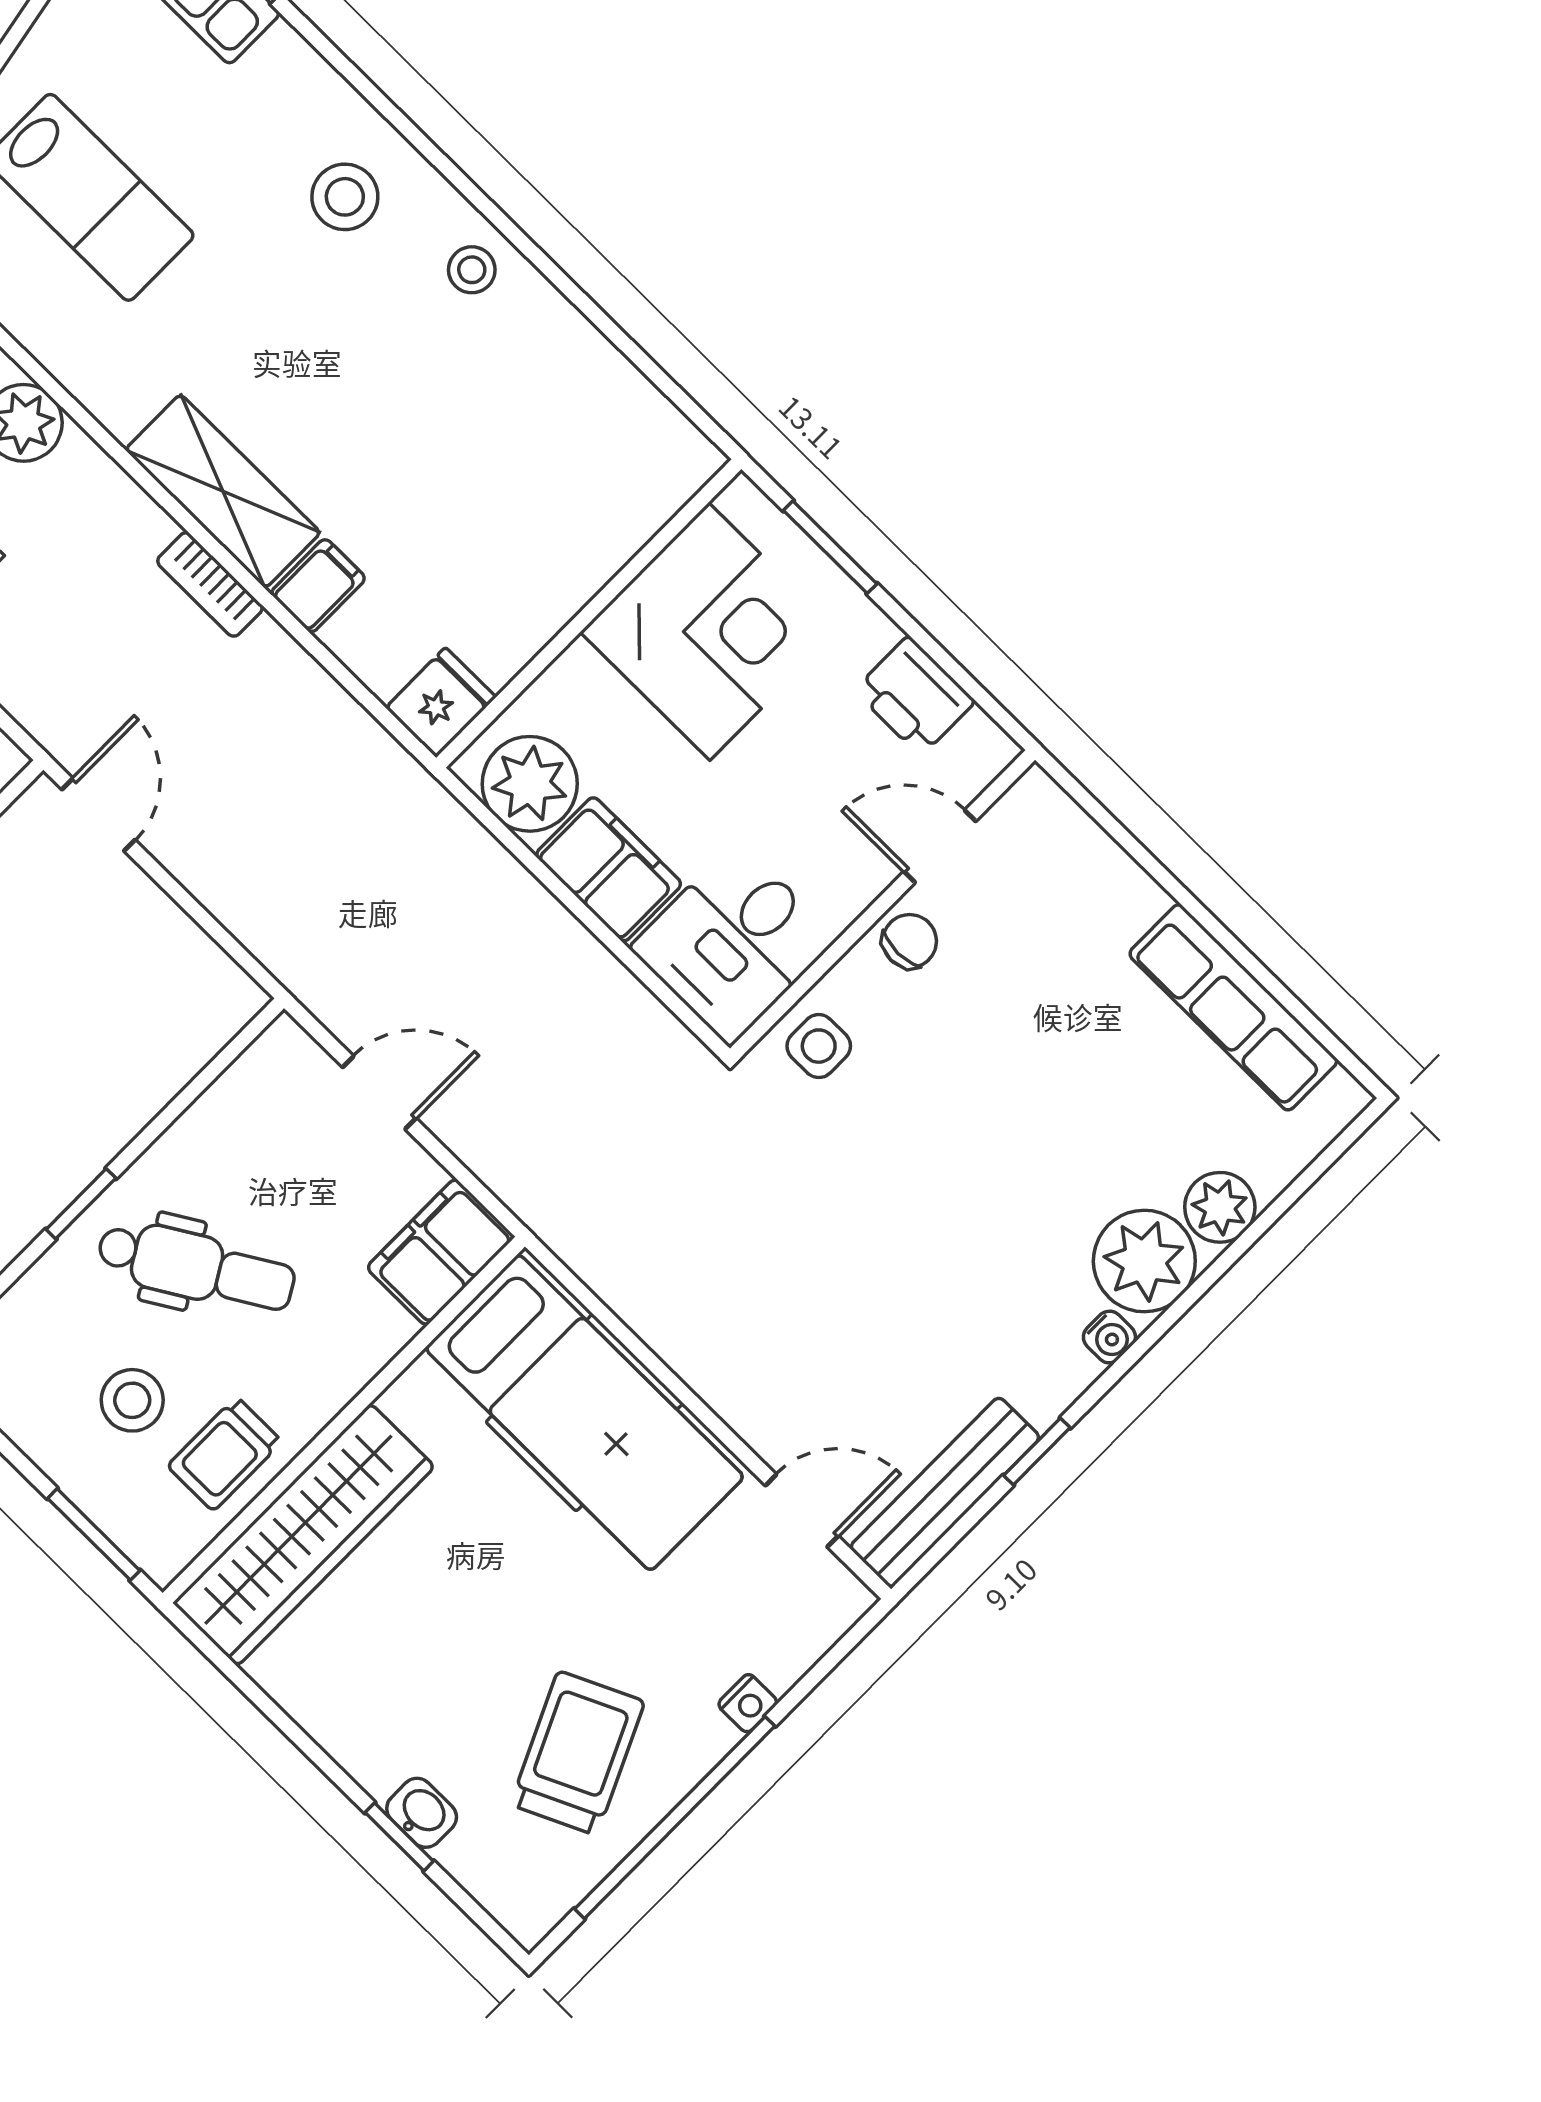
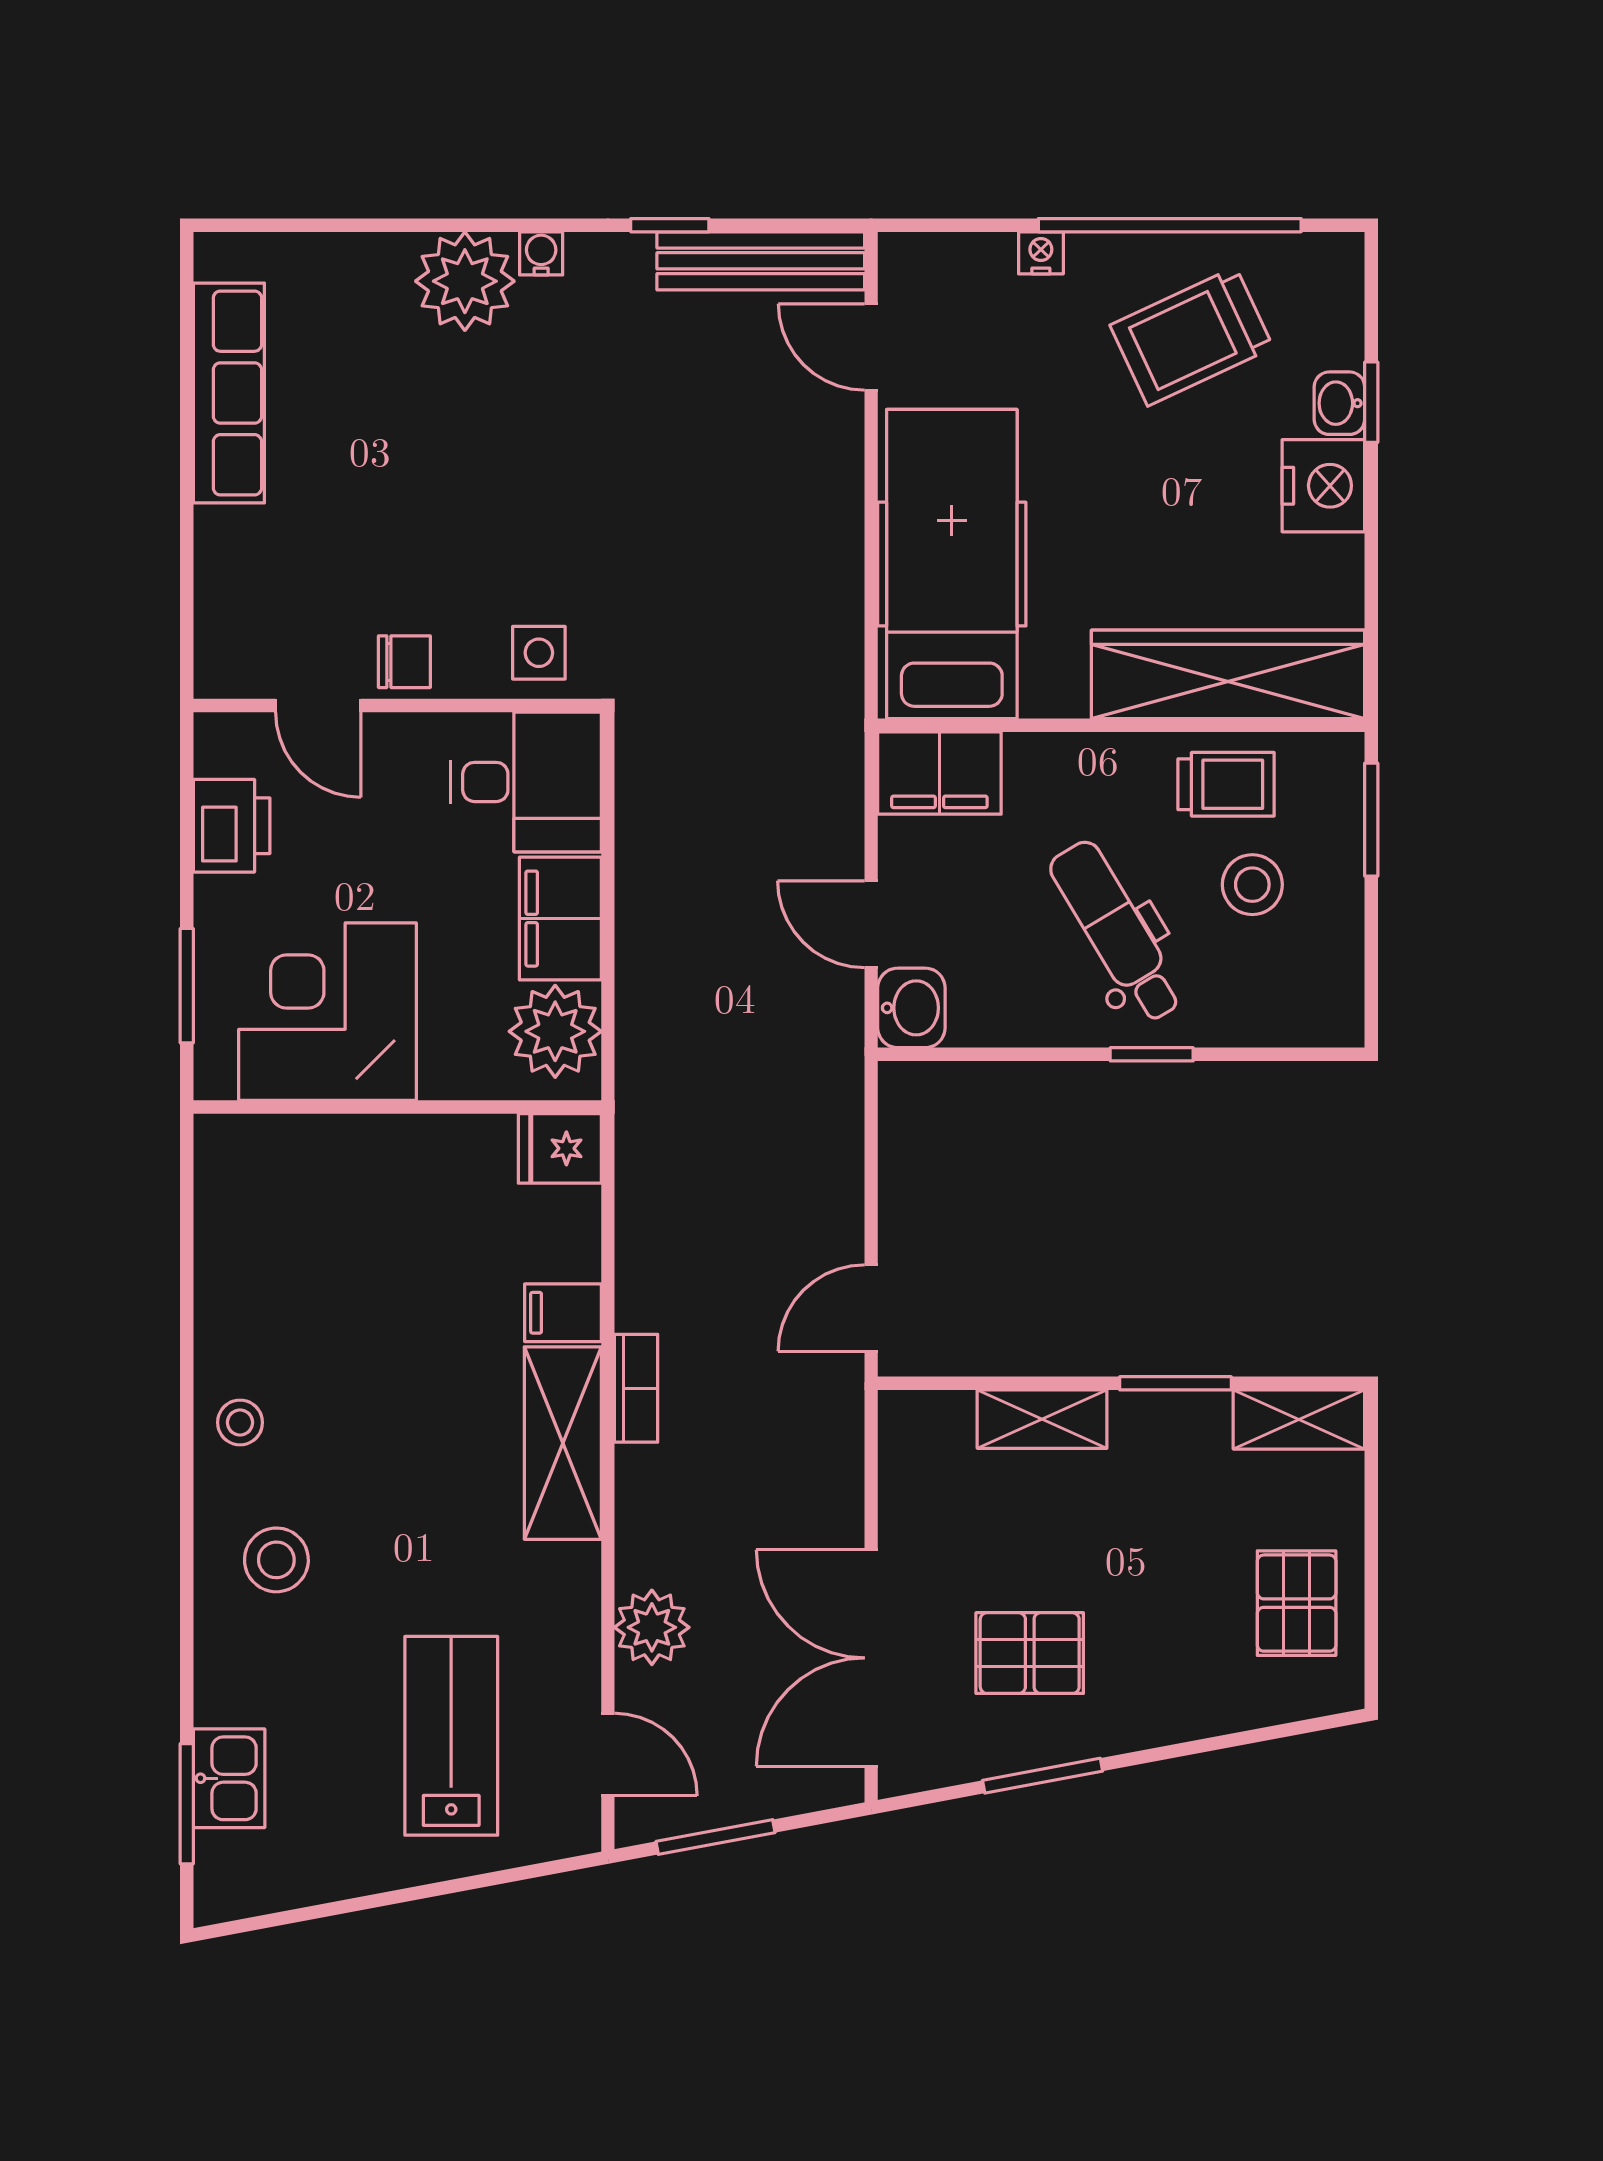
chair: (910, 941) -> (404, 662), turned 180
washbasin: (289, 1062) -> (911, 1008), added
plant: (1220, 1207) -> (376, 266), removed
nightstand: (373, 1741) -> (1323, 486), added

